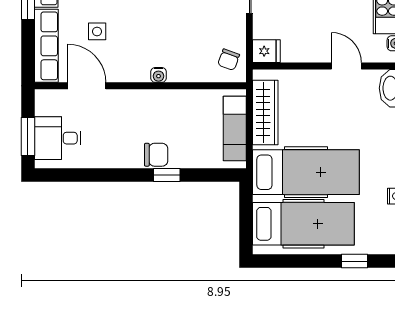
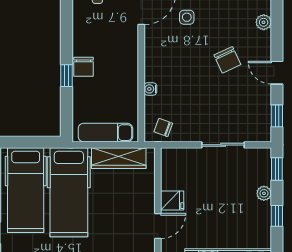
fridge: (266, 51) -> (172, 201), moved, turned -90
water cooler: (158, 75) -> (150, 89), moved

